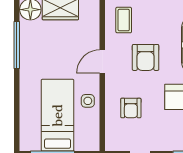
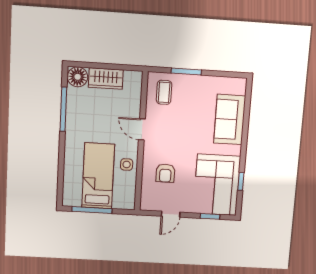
armchair: (146, 57) -> (182, 128), removed
door: (102, 62) -> (142, 129), hinge flipped

